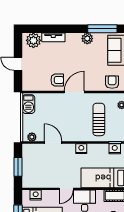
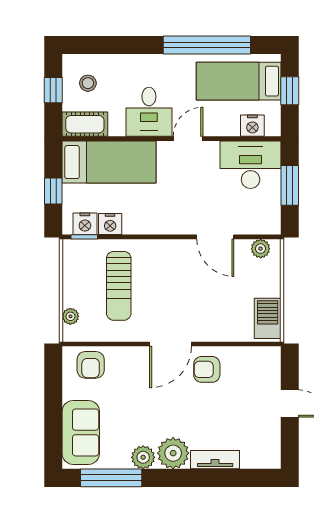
plant: (33, 40) -> (173, 453), moved
nightstand: (81, 149) -> (110, 224), moved
desk: (37, 177) -> (251, 165), added

